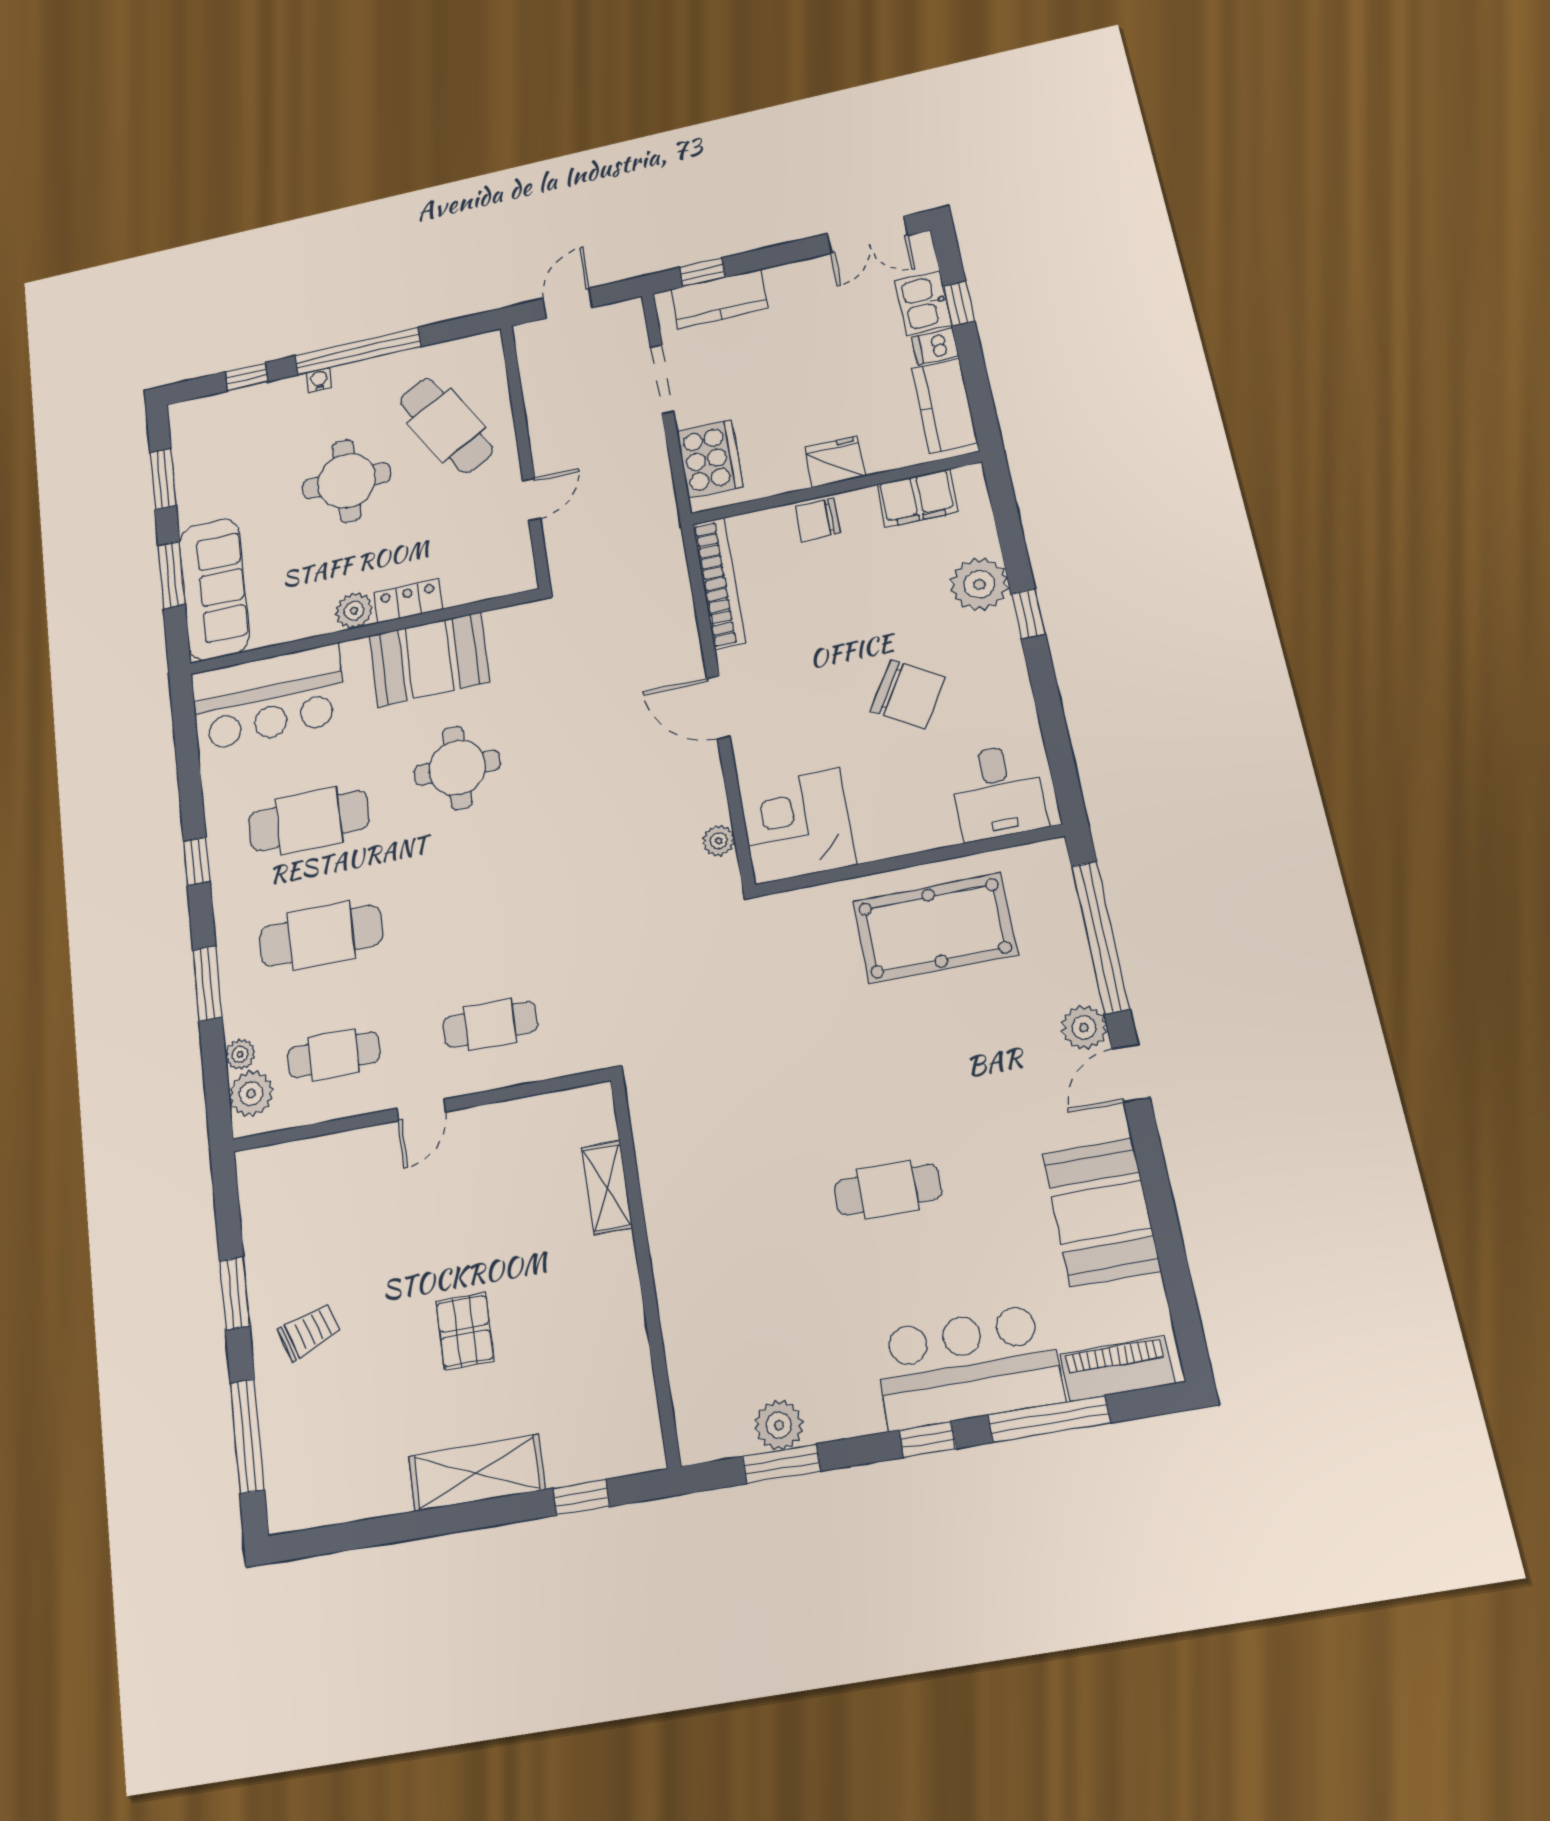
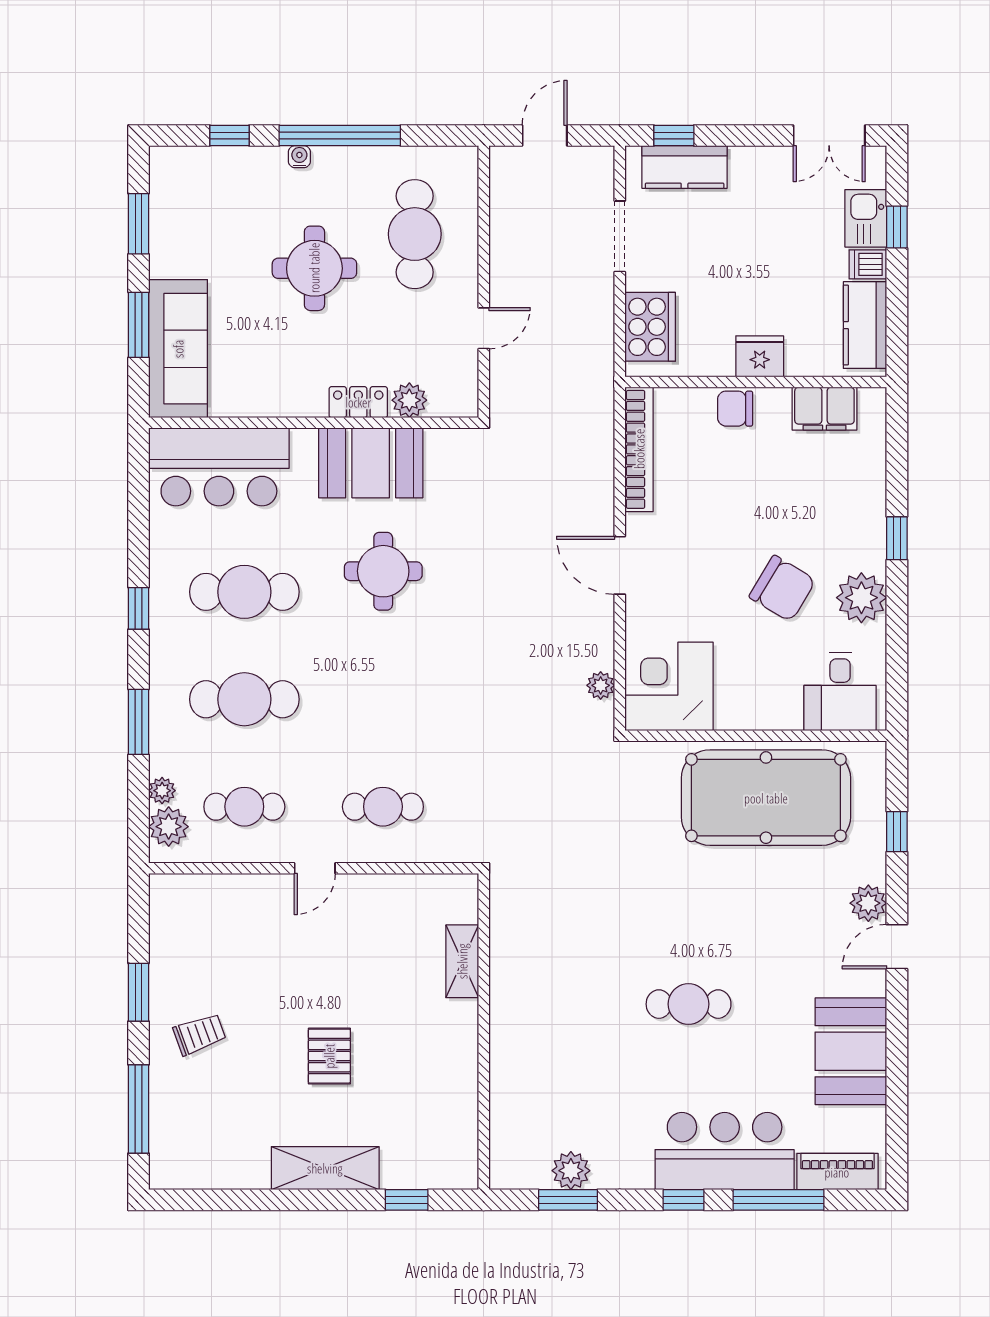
cafe table: (446, 425) -> (415, 234), turned 30
plant: (979, 584) -> (861, 598), moved
plant: (354, 611) -> (409, 400), moved
pool table: (935, 928) -> (766, 798), width x1.36, depth x1.32
window: (1100, 937) -> (897, 832), width x0.32

